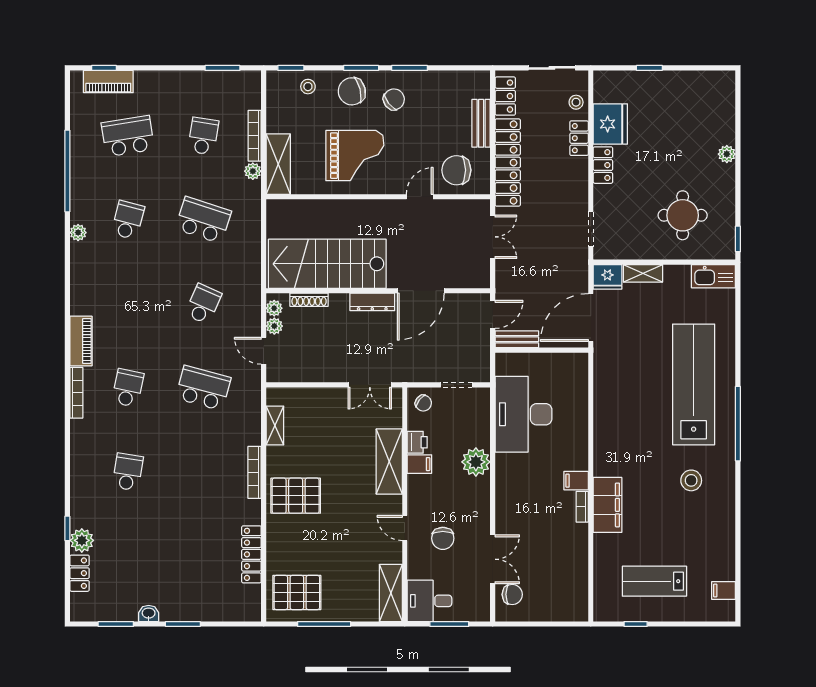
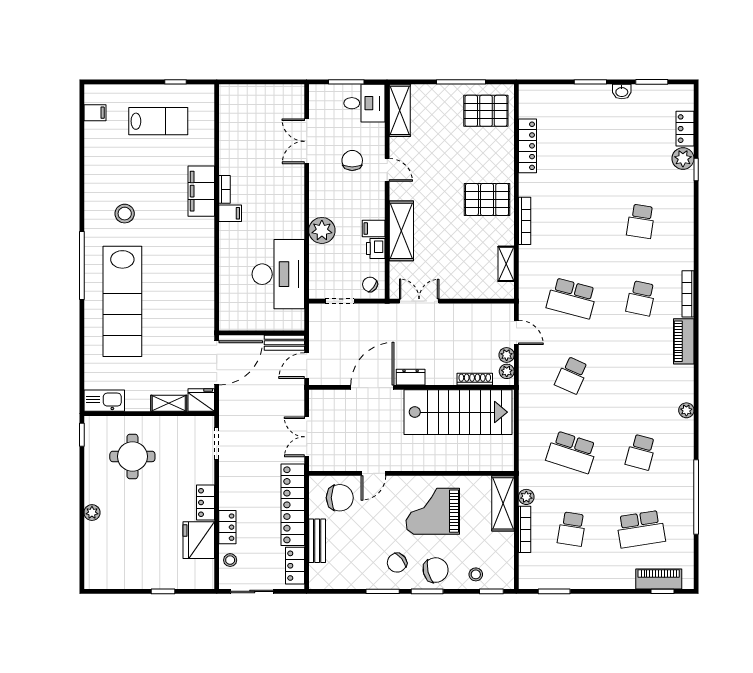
plant: (78, 233) -> (686, 410), moved
dresser: (372, 302) -> (411, 377), width x0.70
chair: (512, 594) -> (289, 109), removed

